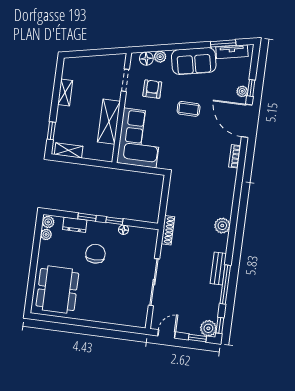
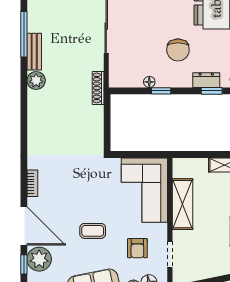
plant: (242, 91) -> (39, 259), width x1.88, depth x1.88
window: (87, 217) -> (212, 91), moved
plant: (222, 226) -> (36, 81), moved

